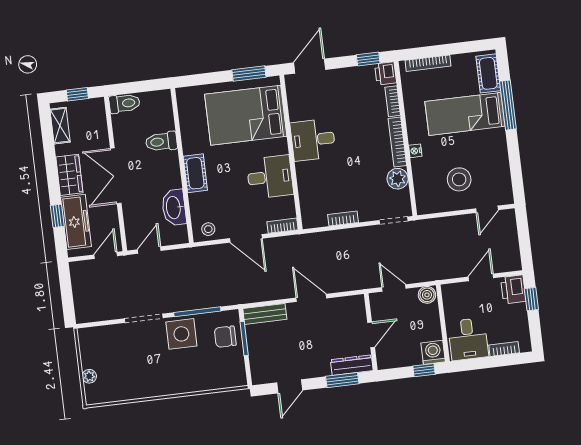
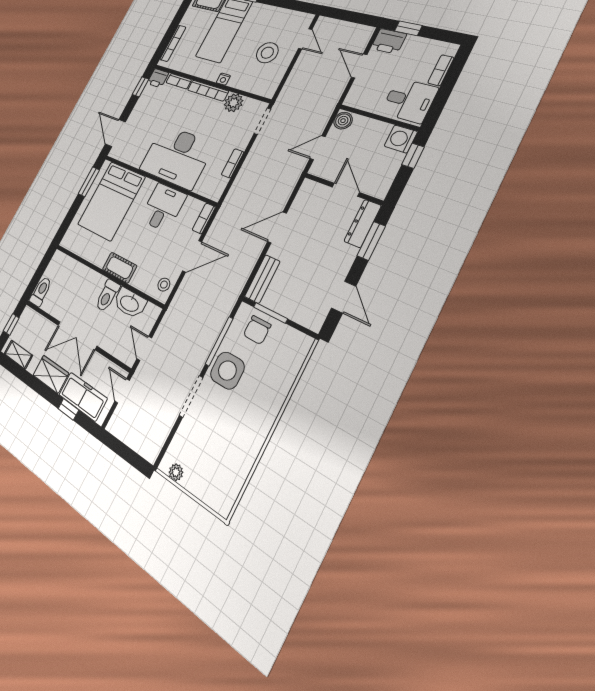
desk: (313, 140) -> (177, 157), width x1.87, depth x1.30
toilet: (161, 142) -> (107, 295), moved
plant: (89, 376) -> (176, 472), moved

